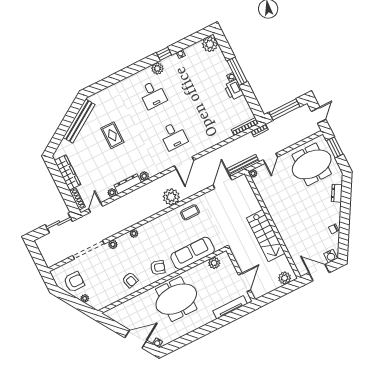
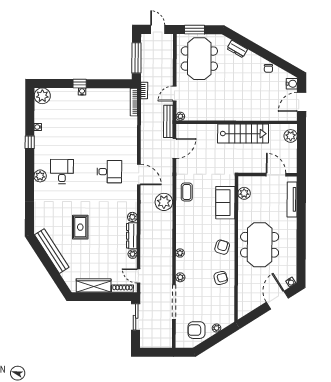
plant: (157, 68) -> (40, 176), moved
window: (237, 71) -> (80, 84), width x0.46
printer: (234, 90) -> (95, 95), removed
desk: (153, 95) -> (62, 171), turned -90
rug: (112, 135) -> (80, 227), turned 90
door: (270, 158) -> (175, 94), swing flipped
door: (222, 182) -> (174, 148), swing flipped
sofa: (193, 253) -> (225, 203), width x0.73
armchair: (74, 282) -> (196, 330), turned -90

